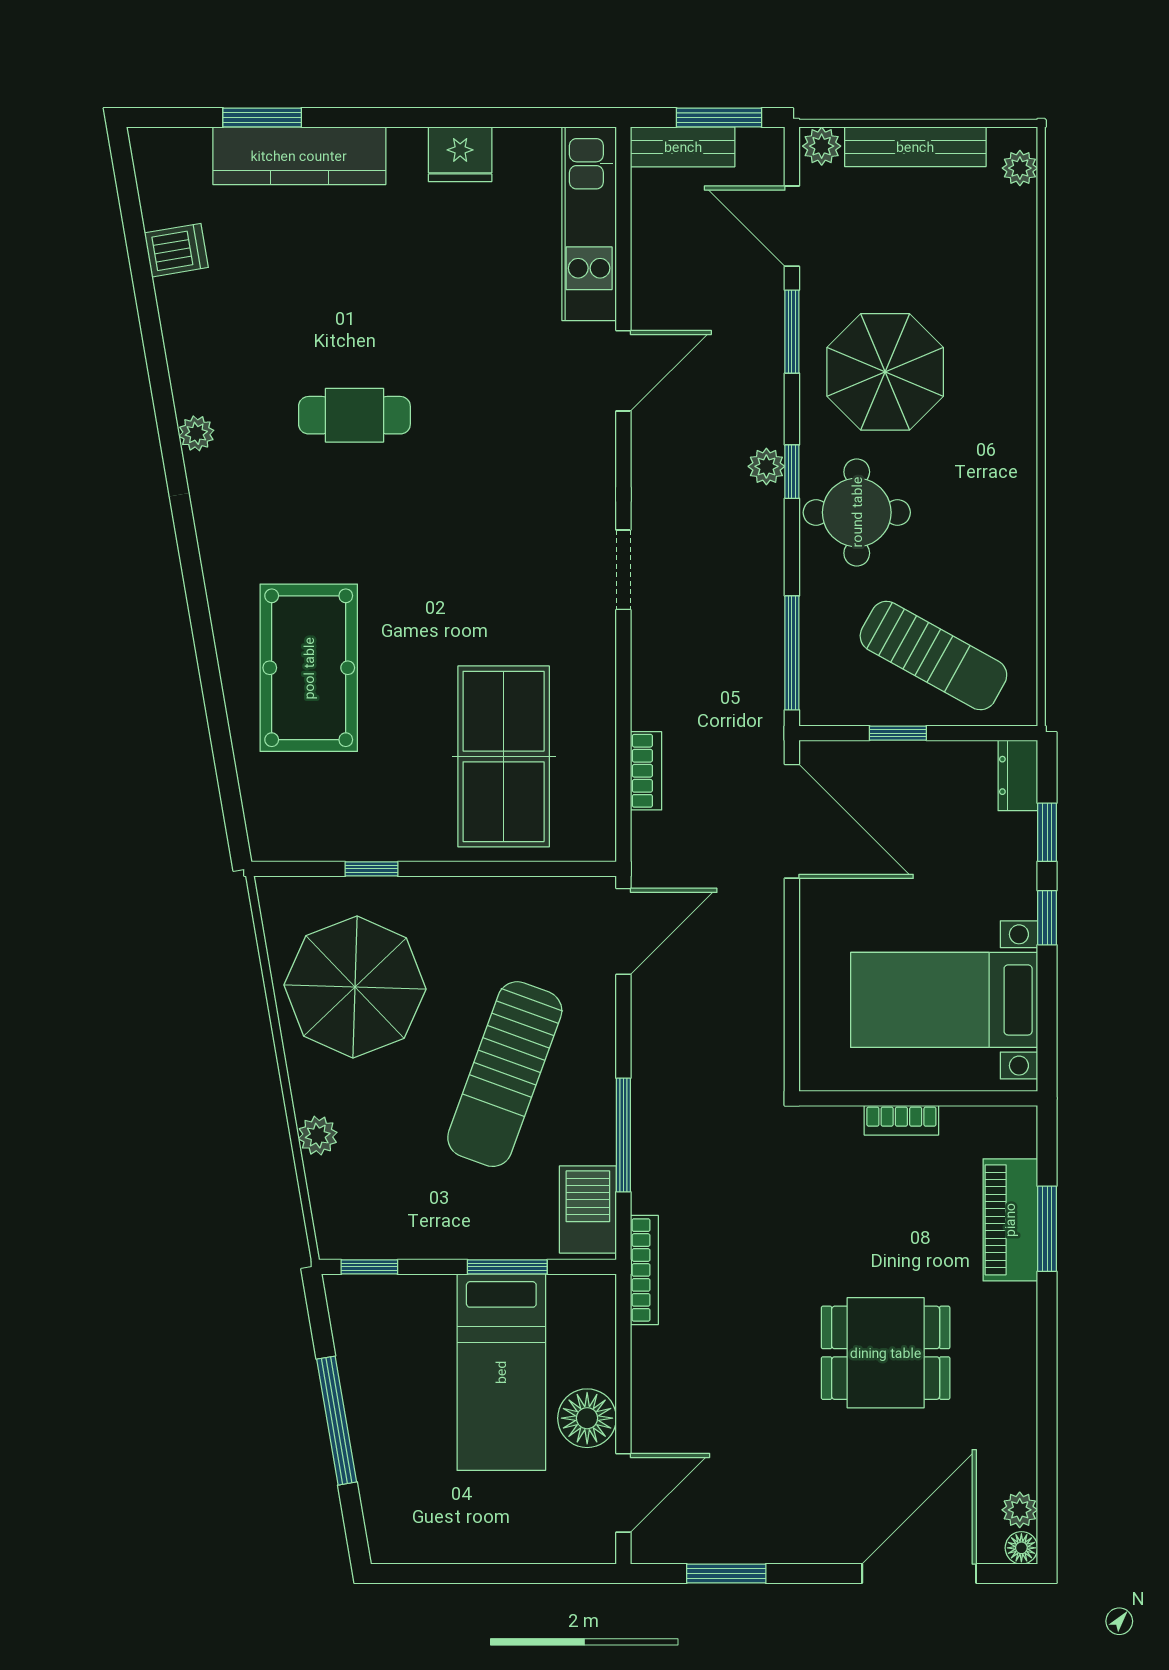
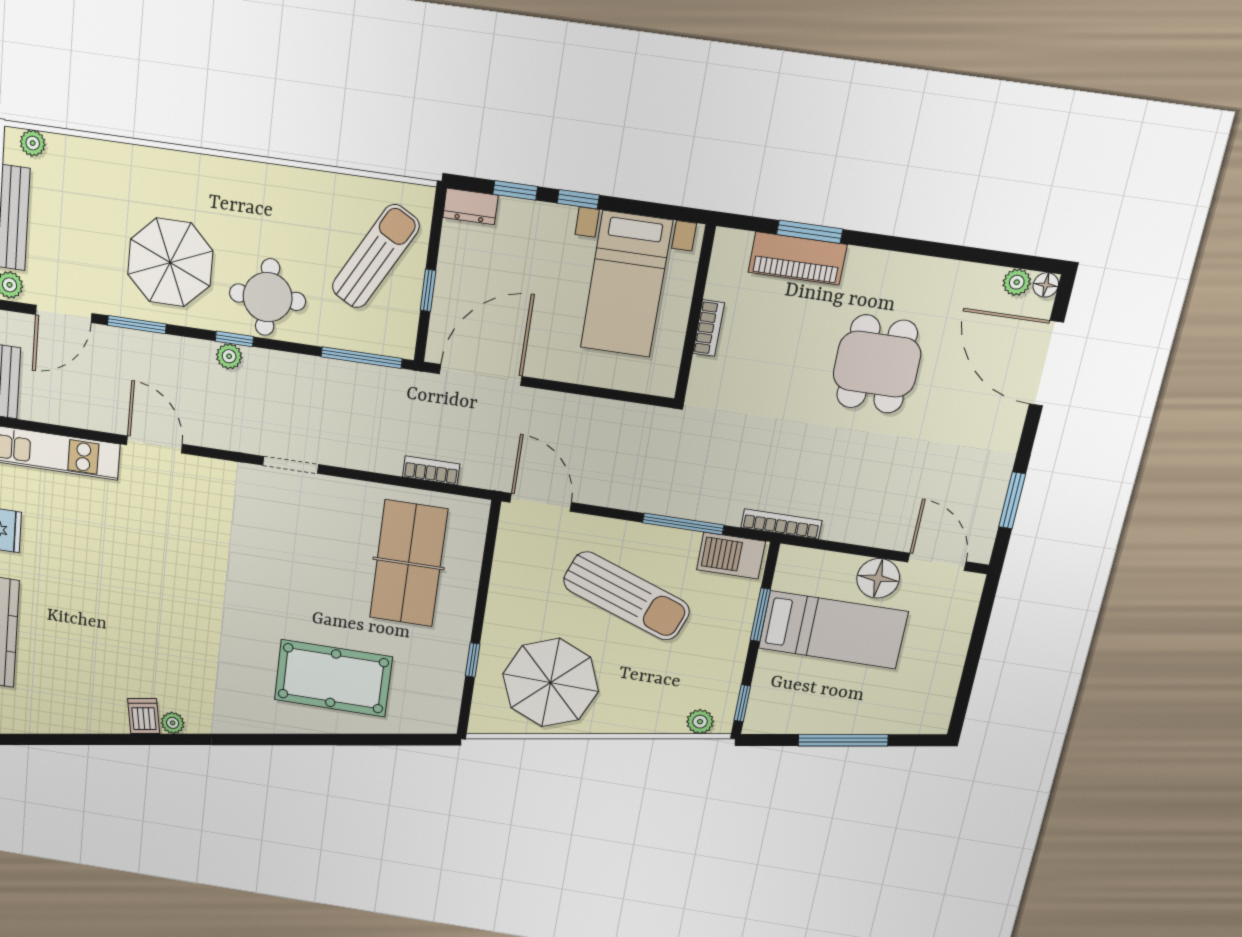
dishwasher: (176, 250) -> (144, 716), moved
cafe table: (354, 415) -> (169, 624), removed
table tennis table: (504, 756) -> (409, 564), turned 90
plant: (318, 1136) -> (700, 722), moved

